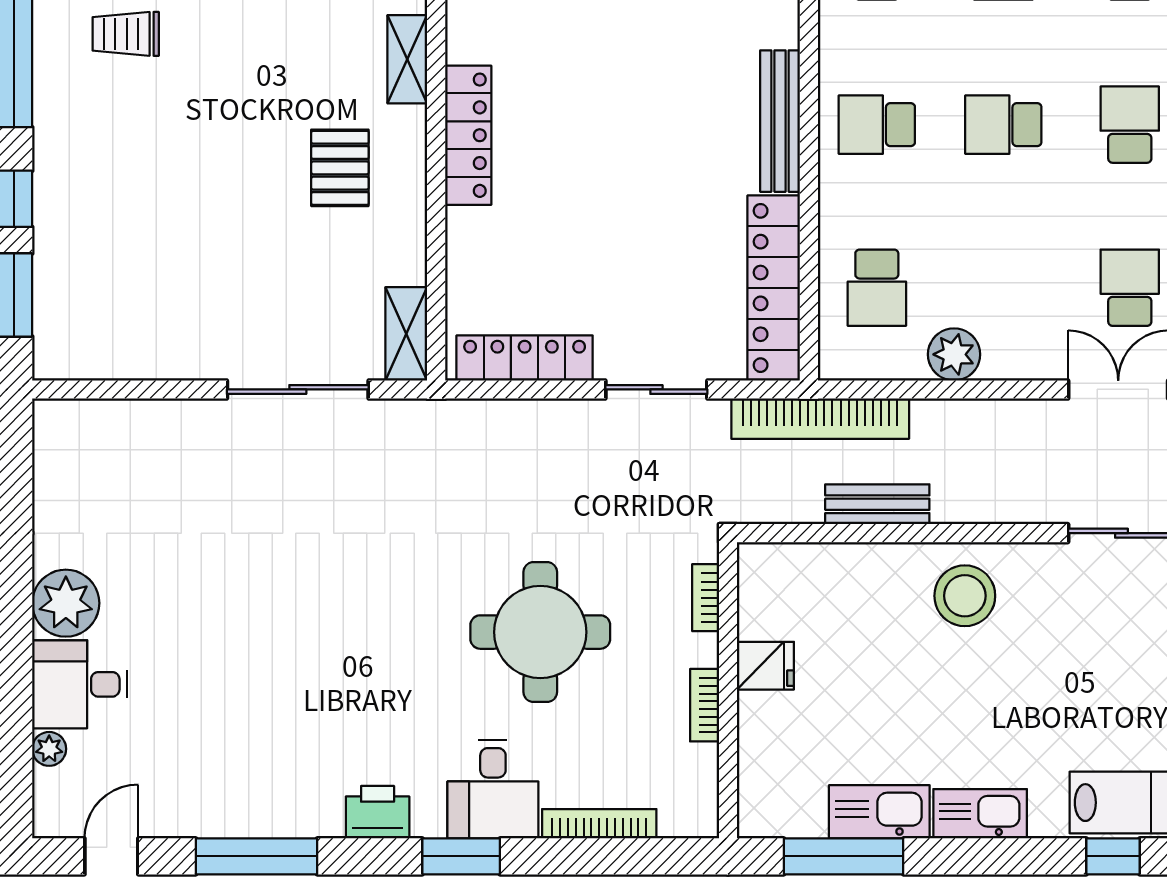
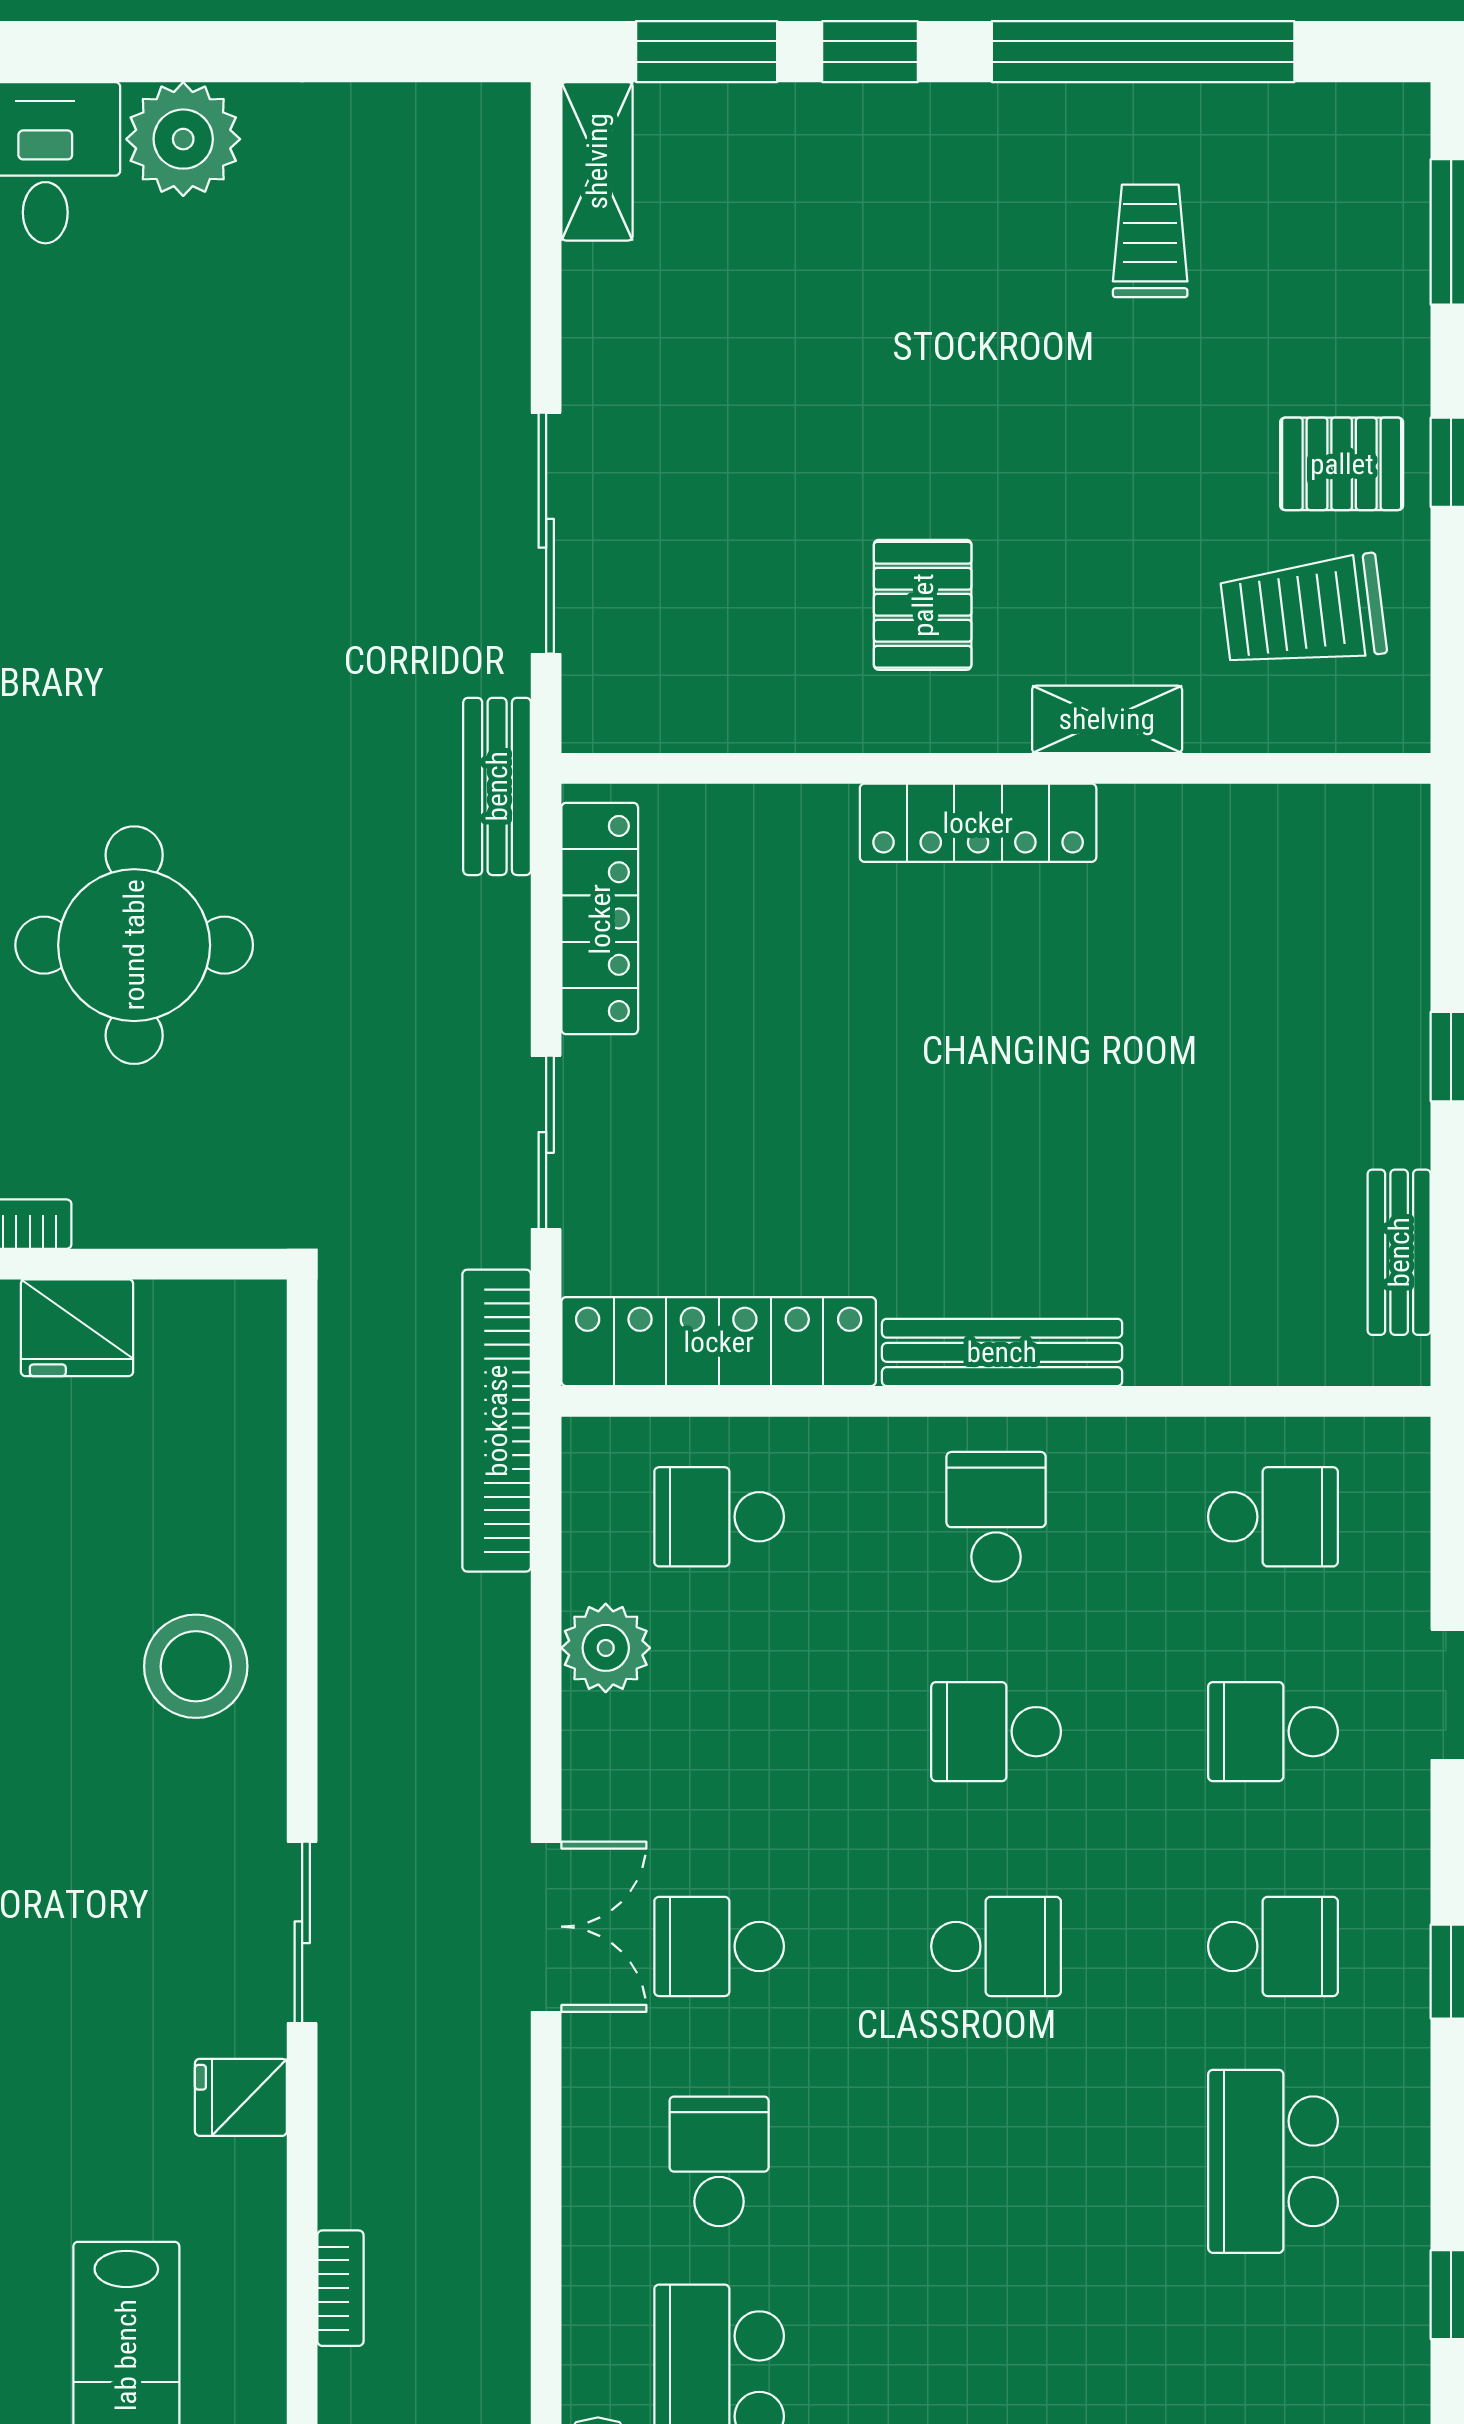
school desk: (1003, 125) -> (996, 1732), turned -90
pallet: (340, 168) -> (923, 605), turned 90
school desk: (1130, 288) -> (719, 1946), turned 180
shelving: (406, 334) -> (597, 161), moved, turned 90
bench: (877, 504) -> (497, 786), moved
bookcase: (706, 598) -> (193, 1226), removed
fridge: (765, 666) -> (77, 1328), width x1.38

